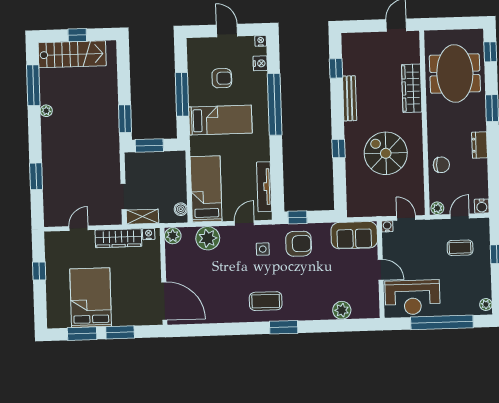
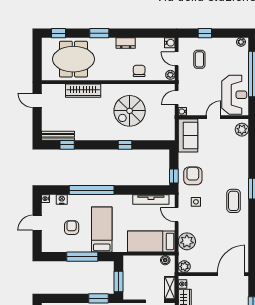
bench: (350, 98) -> (58, 136), moved
plant: (342, 310) -> (242, 130), moved

